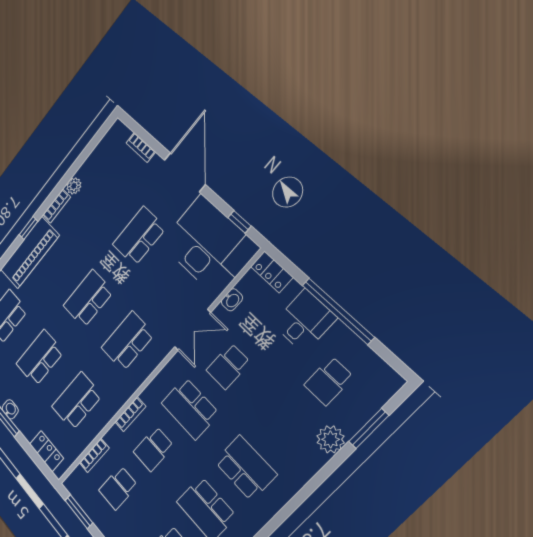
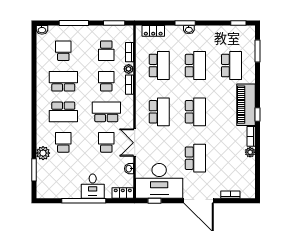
school desk: (329, 381) -> (63, 142), moved
plant: (114, 435) -> (129, 69), added
school desk: (118, 488) -> (106, 51), turned 180

